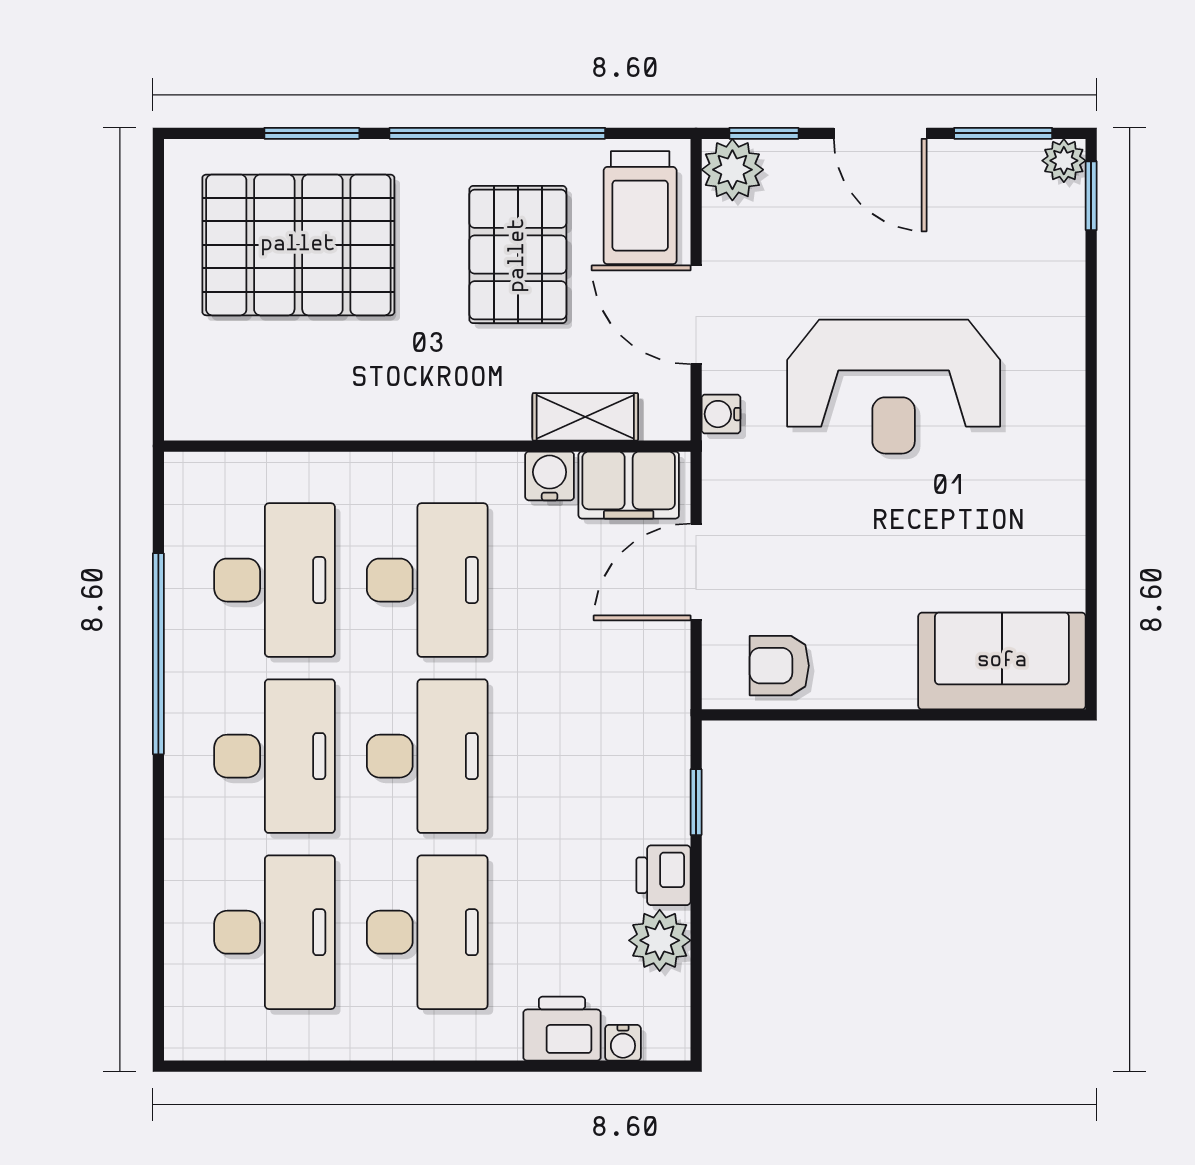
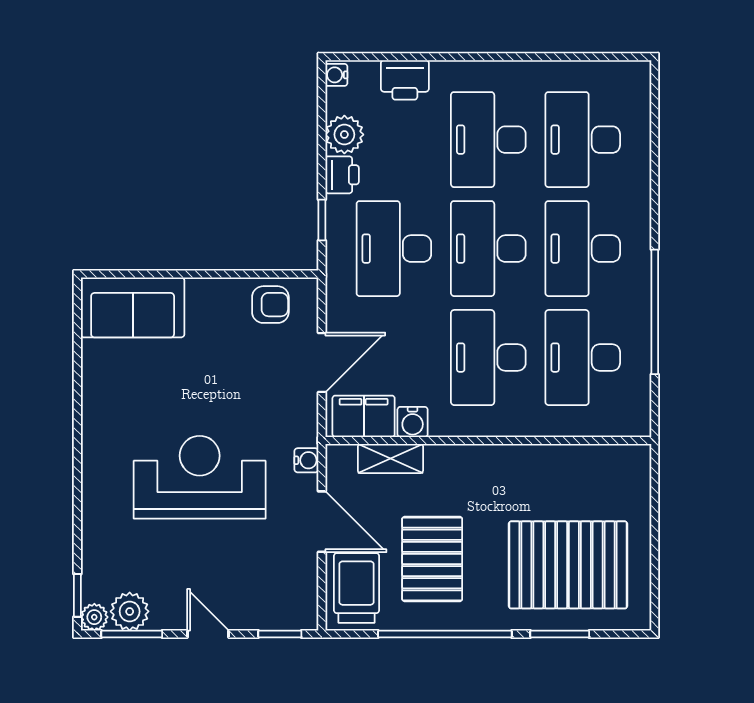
door: (880, 133) -> (208, 634), width x0.73
plant: (732, 170) -> (130, 611), moved
desk: (580, 756) -> (394, 249), added
water cooler: (623, 1043) -> (336, 75), moved, turned -90

